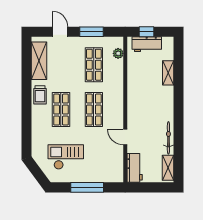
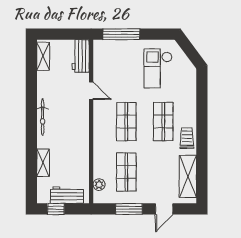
door: (60, 32) -> (164, 209), hinge flipped
window: (147, 32) -> (56, 209), moved
bicycle: (168, 138) -> (43, 117), moved
checkout: (66, 157) -> (158, 68), turned 90
window: (87, 187) -> (121, 34), moved

